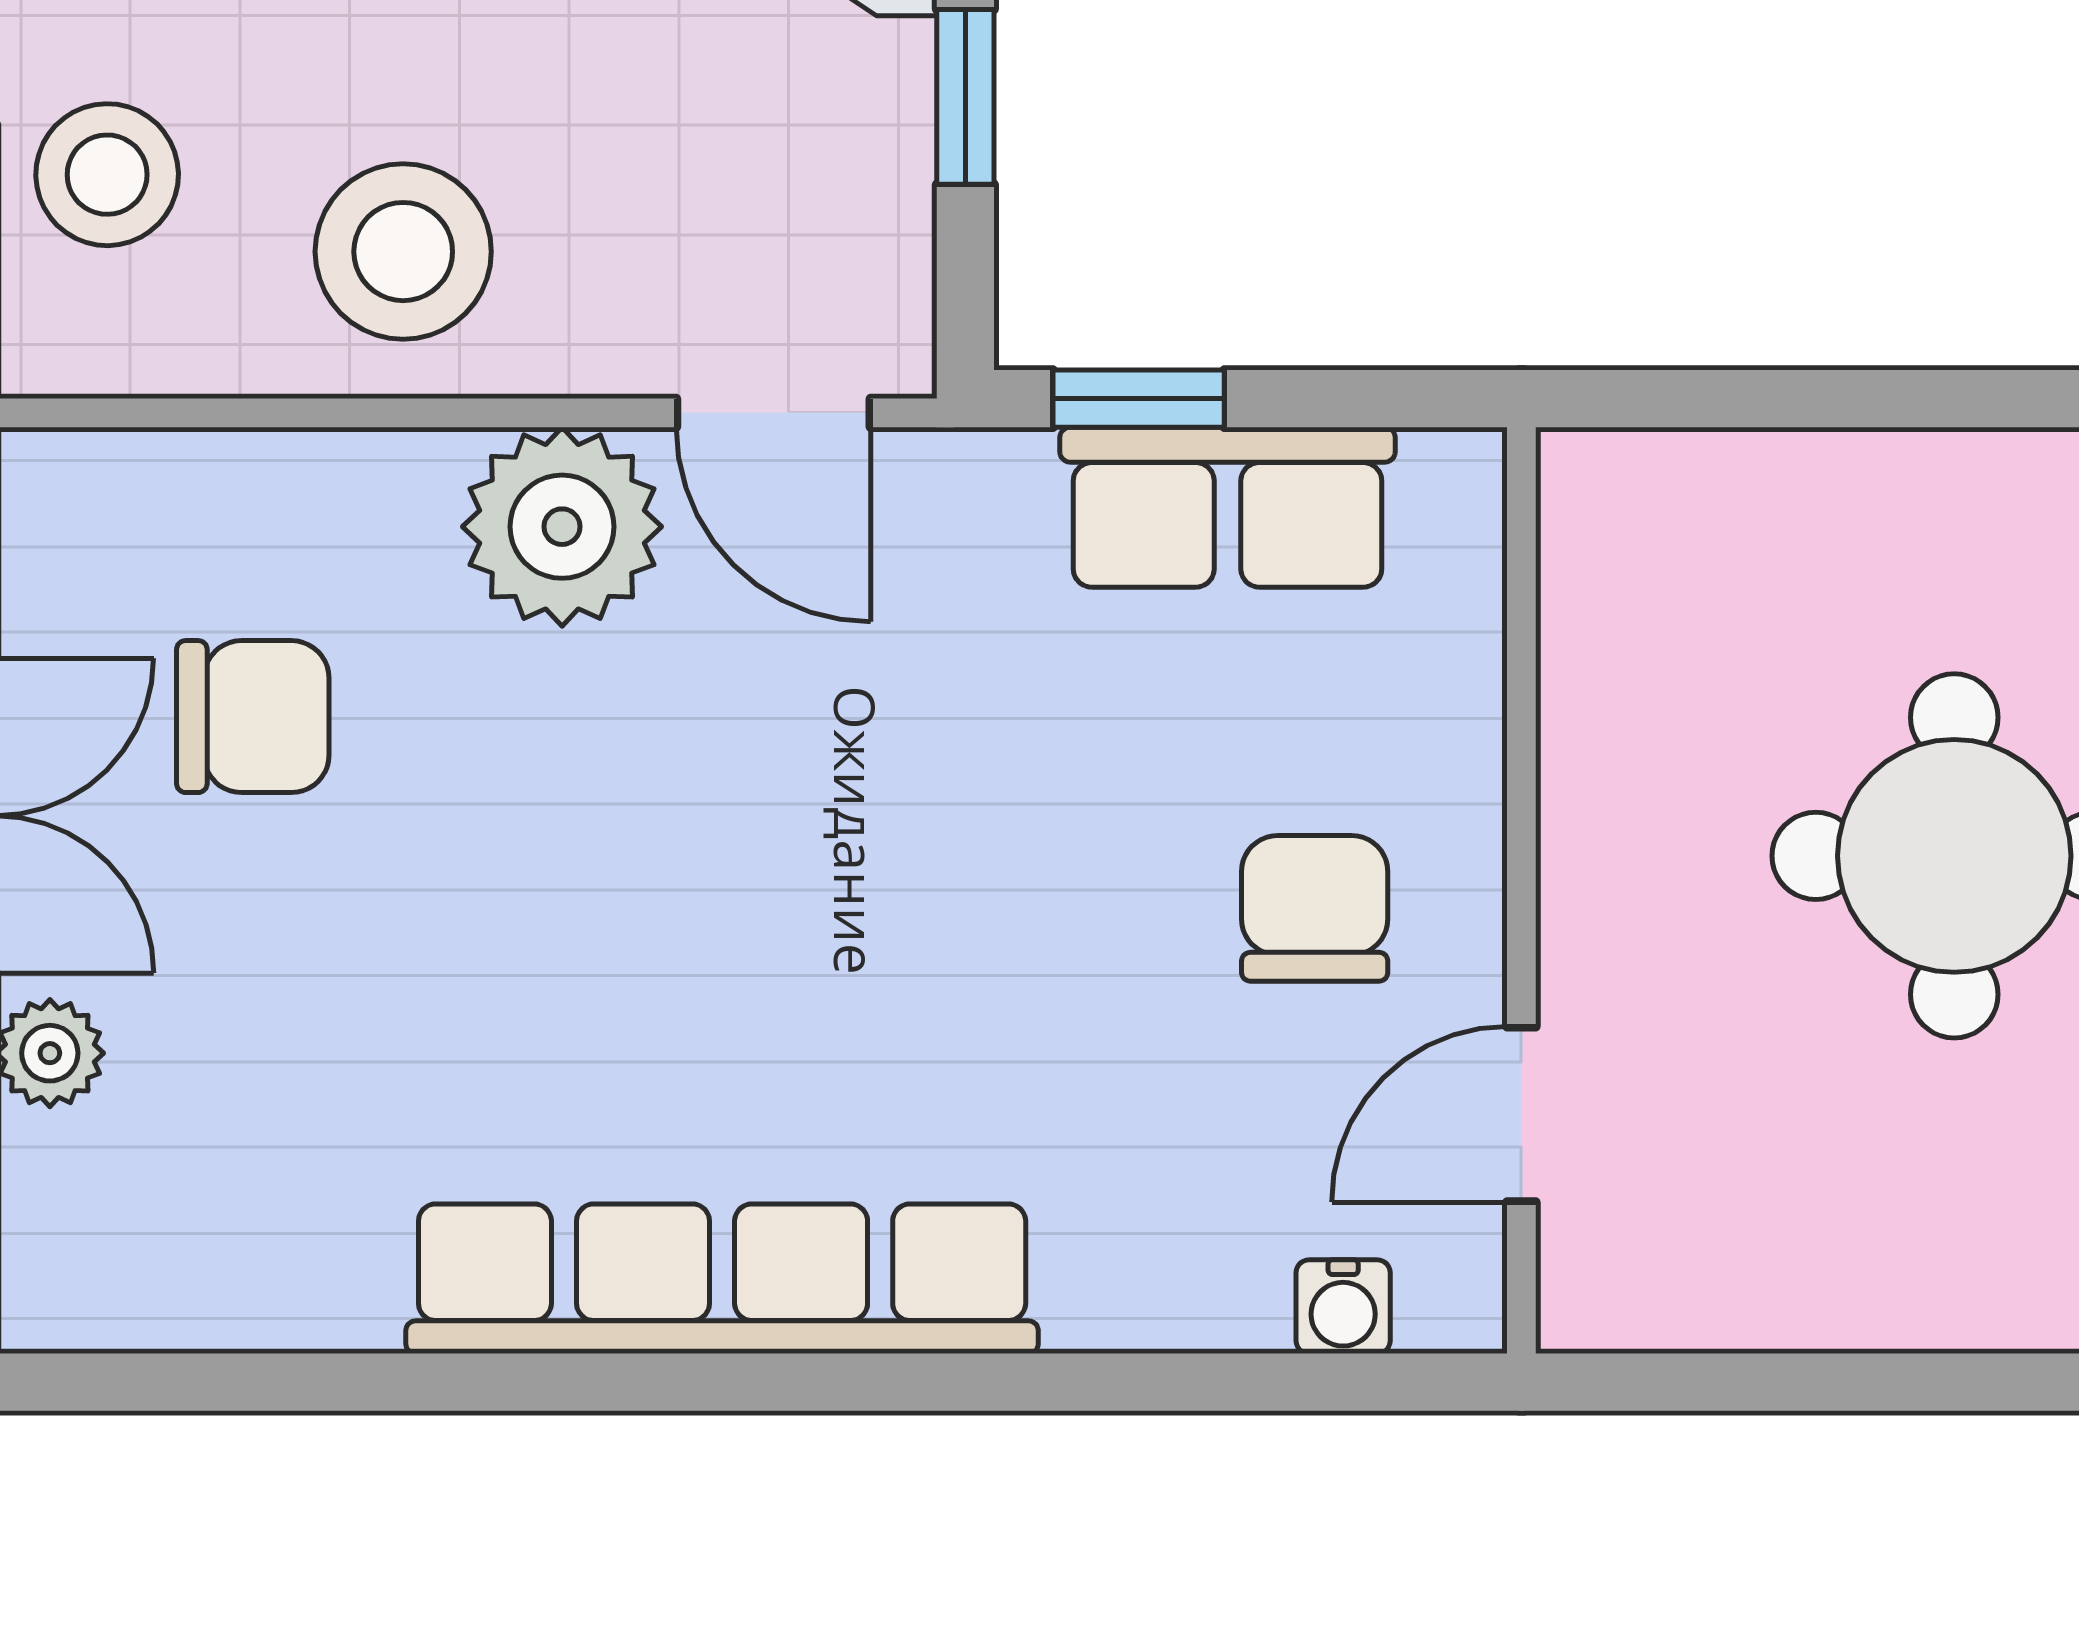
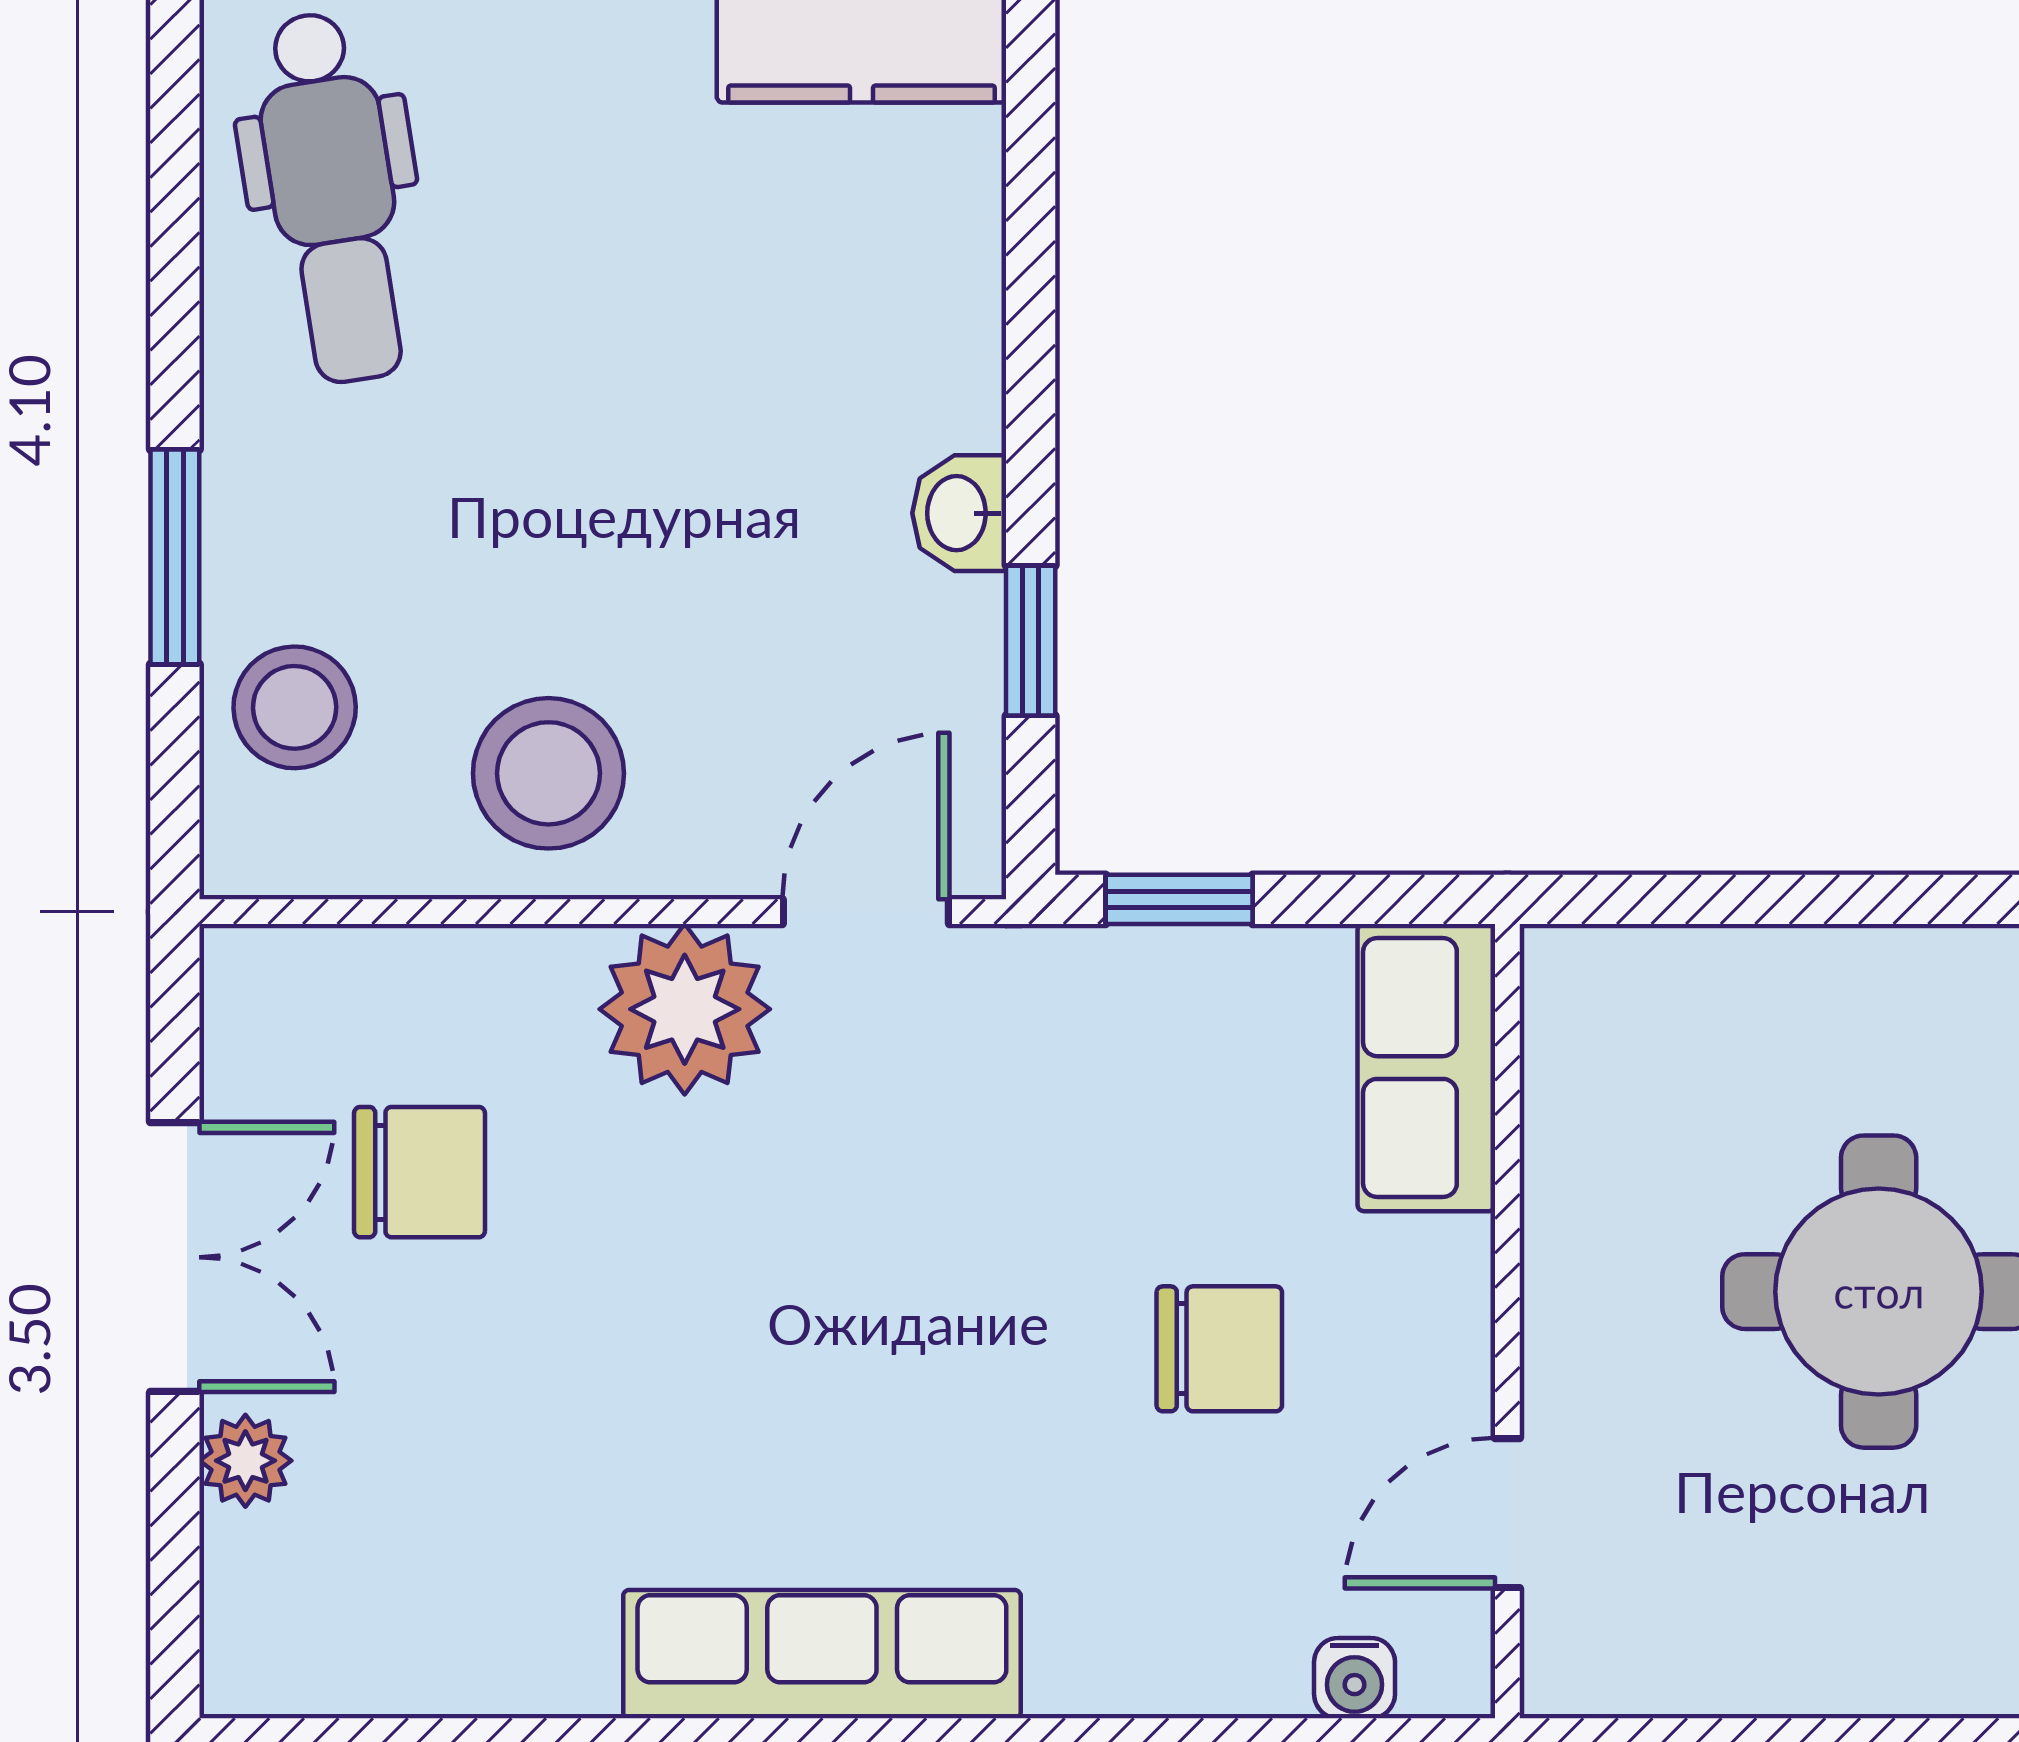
door: (773, 413) -> (866, 912), swing flipped
row of seats: (1228, 507) -> (1426, 1068), moved, turned 90
chair: (1315, 908) -> (1219, 1349), moved, turned 90
row of seats: (722, 1279) -> (822, 1654), width x0.73

